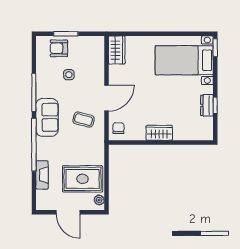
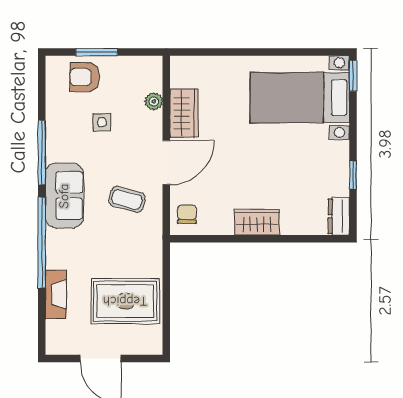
wardrobe: (117, 50) -> (184, 113), moved
dresser: (207, 105) -> (339, 216), moved
plant: (99, 200) -> (154, 101), moved

